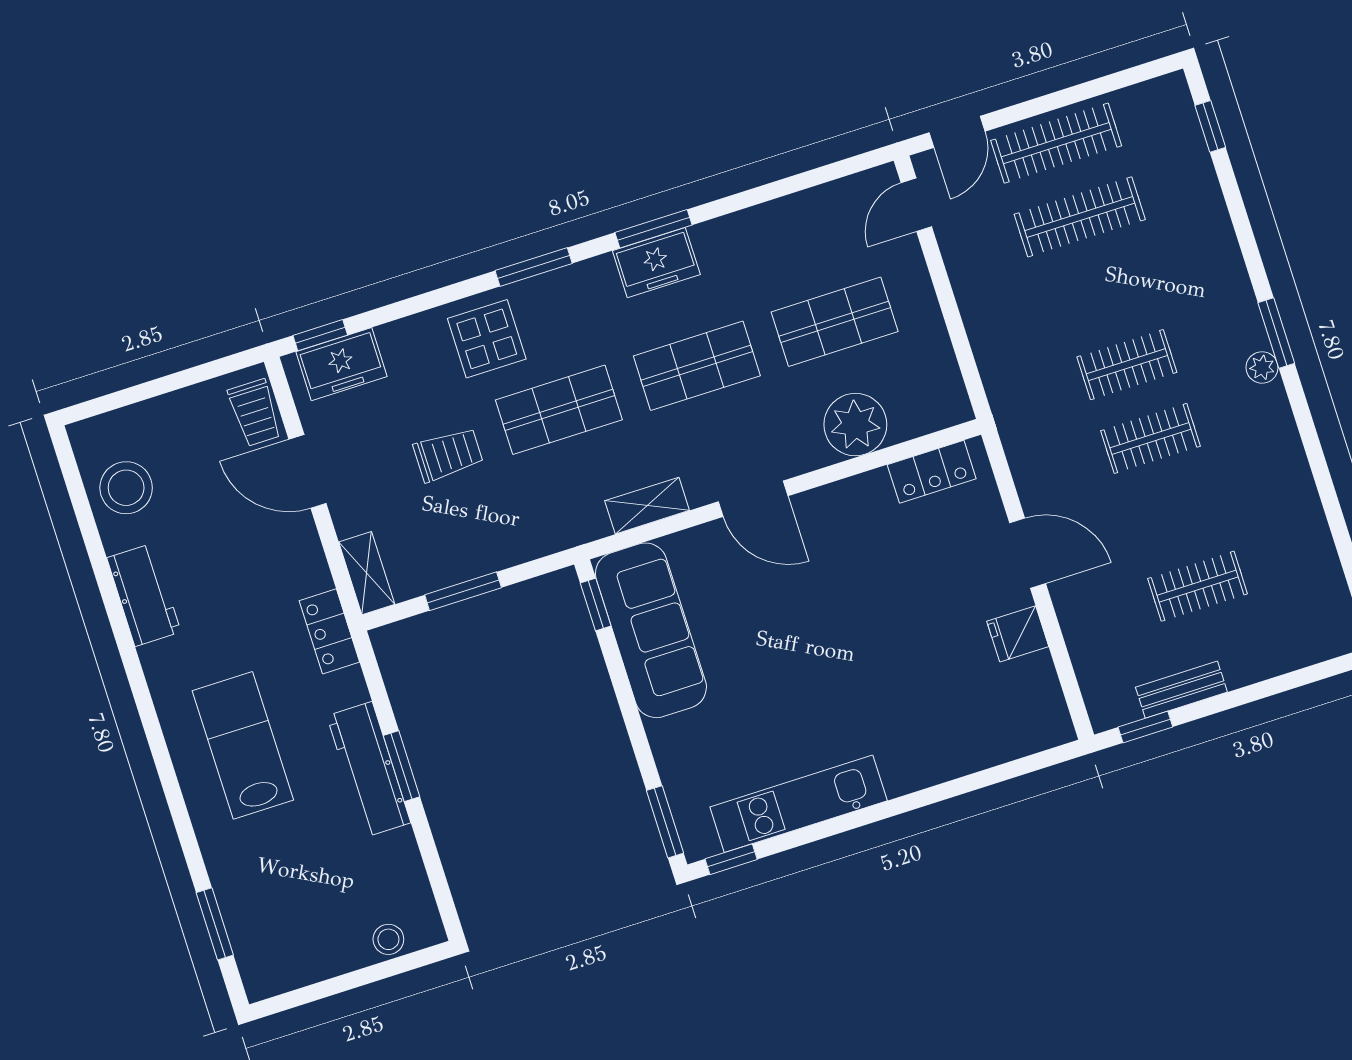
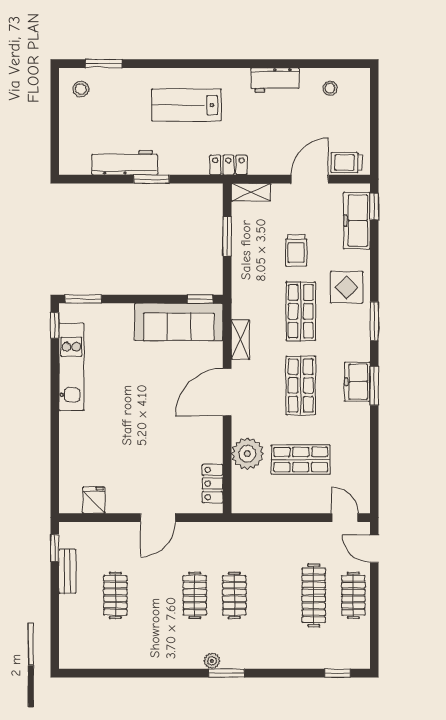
clothes rail: (1056, 143) -> (353, 595), width x0.73
shop shelf: (835, 322) -> (301, 460), turned 90
freezer: (341, 364) -> (357, 221), width x1.40
stool: (126, 488) -> (330, 88), width x0.53, depth x0.53
door: (753, 499) -> (227, 392), width x1.36
fridge: (1018, 634) -> (94, 500), moved
lab bench: (243, 745) -> (186, 105), turned 180
workbench: (369, 769) -> (125, 163), moved
stool: (388, 939) -> (81, 89), moved

